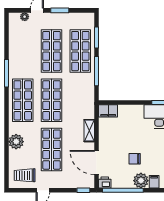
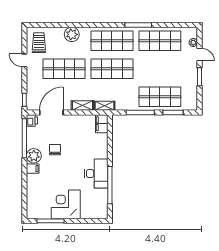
shop shelf: (52, 51) -> (160, 41), moved
shelving: (90, 108) -> (104, 106), added

